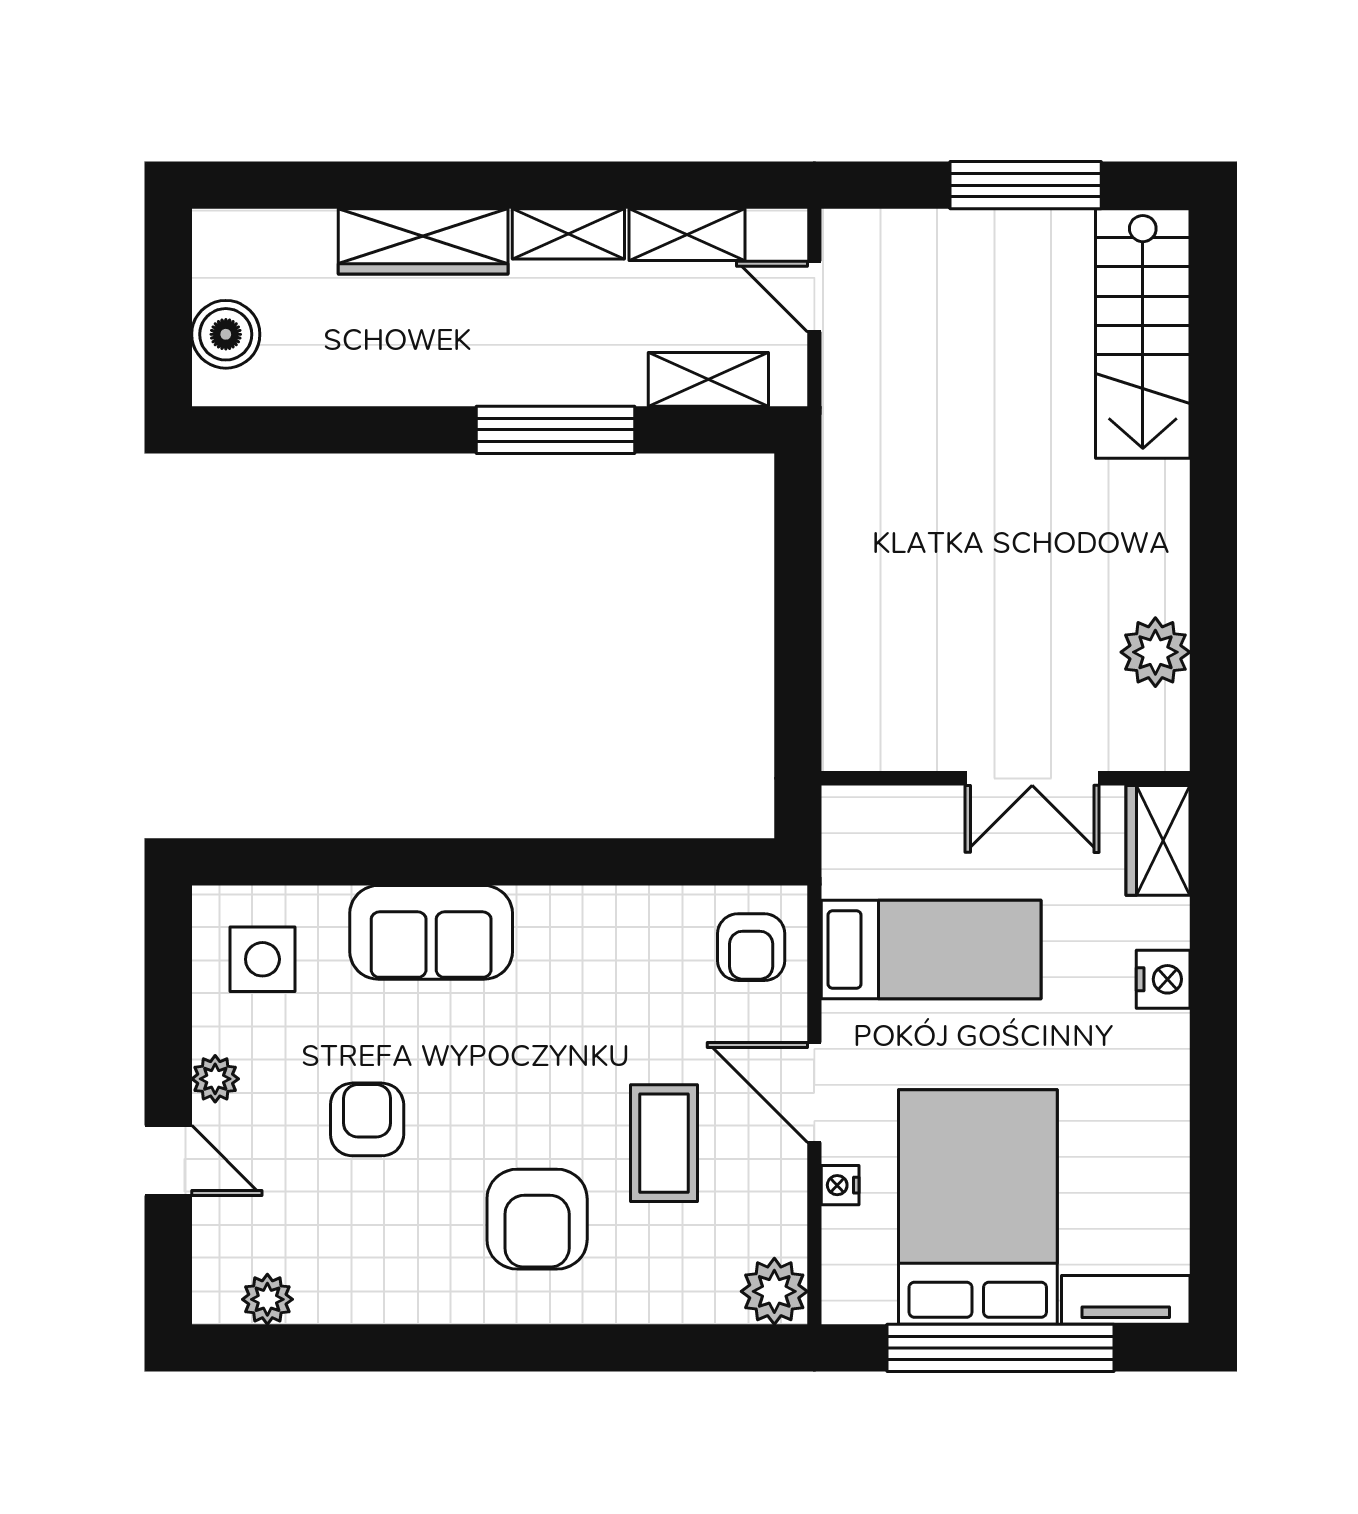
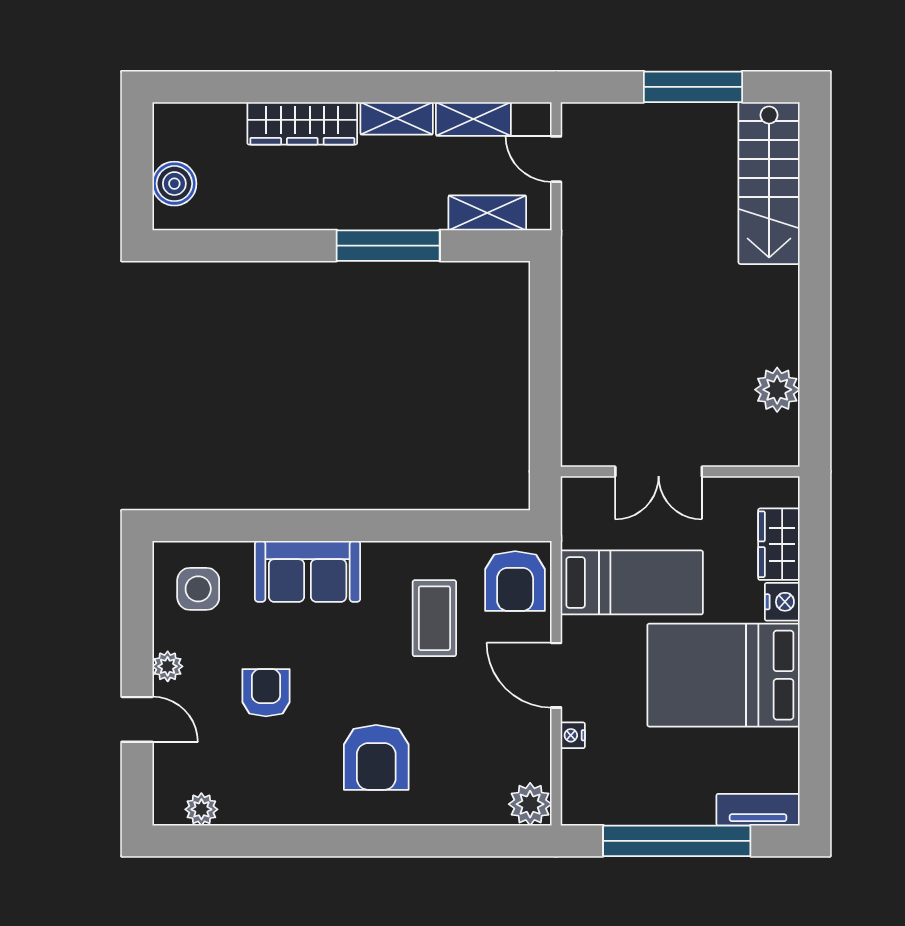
double door: (1032, 778) -> (659, 471), moved
wardrobe: (1158, 840) -> (779, 544), moved
armchair: (751, 947) -> (515, 581), width x1.38, depth x1.38
coffee table: (664, 1143) -> (434, 618), moved
bed: (978, 1207) -> (723, 675), moved, turned -90

